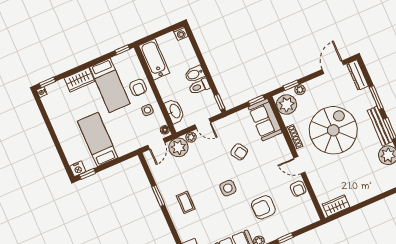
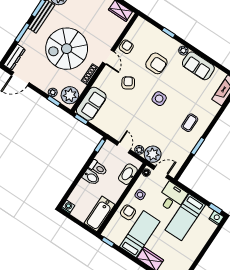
desk: (125, 139) -> (172, 197), added
armchair: (239, 152) -> (128, 83), moved

